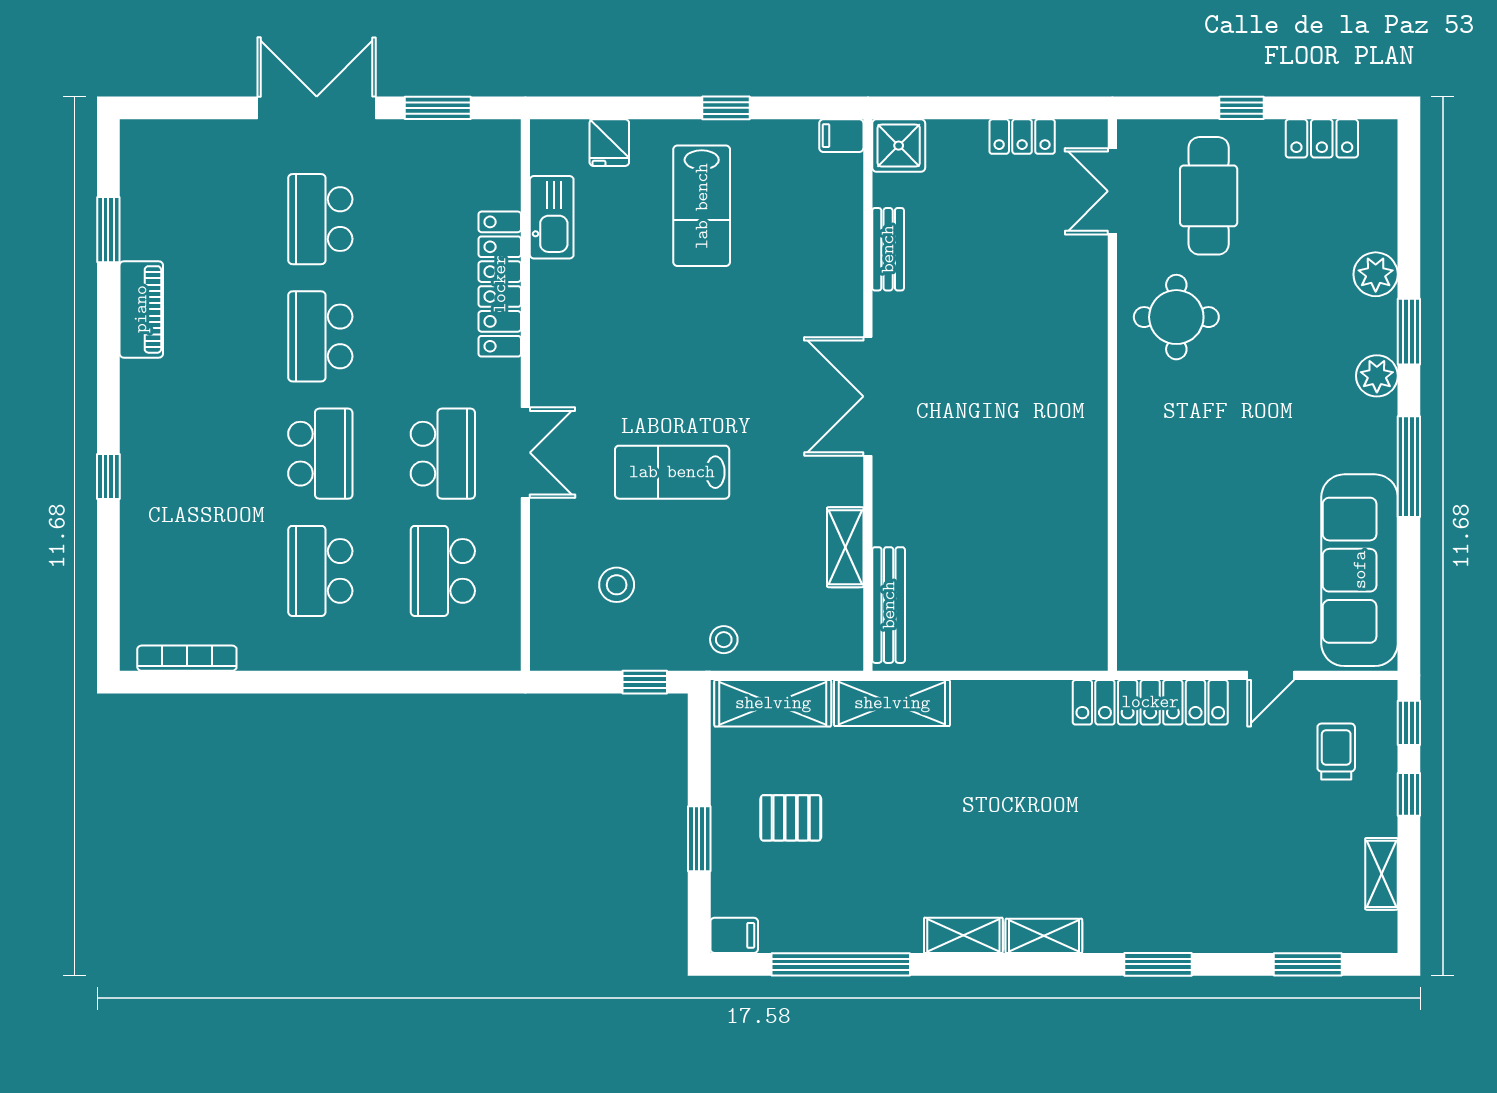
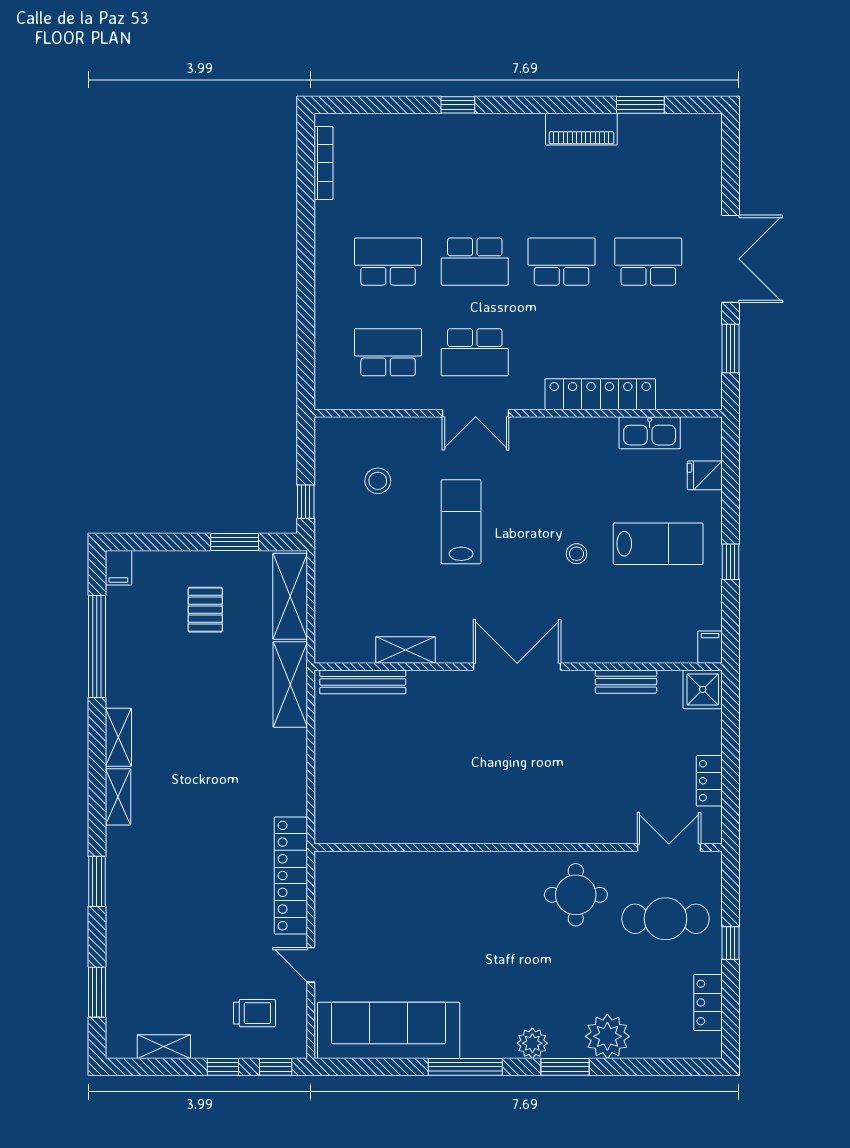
lab bench: (702, 206) -> (658, 544), turned 180
plant: (1376, 274) -> (607, 1036), width x1.36, depth x1.36
stool: (724, 640) -> (576, 554), moved
window: (699, 839) -> (235, 542), moved

